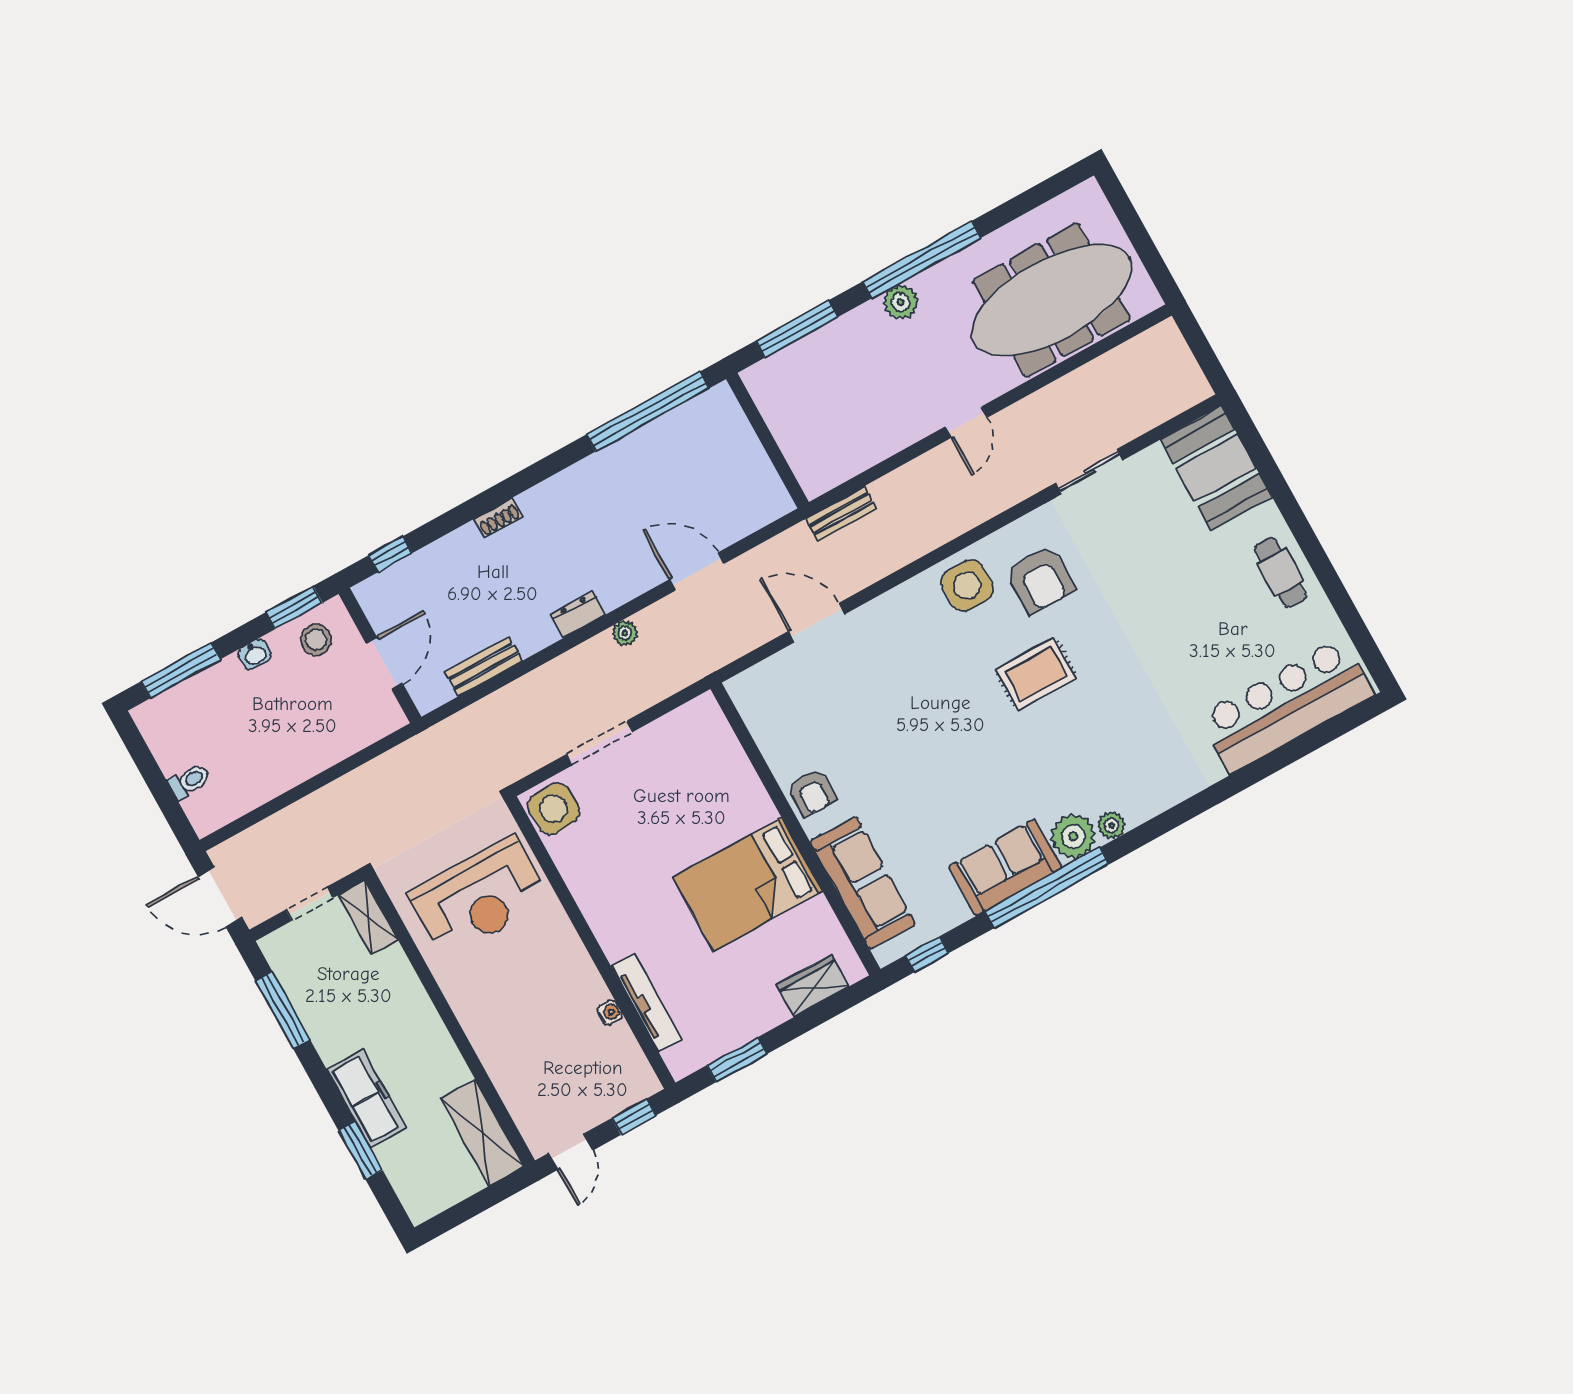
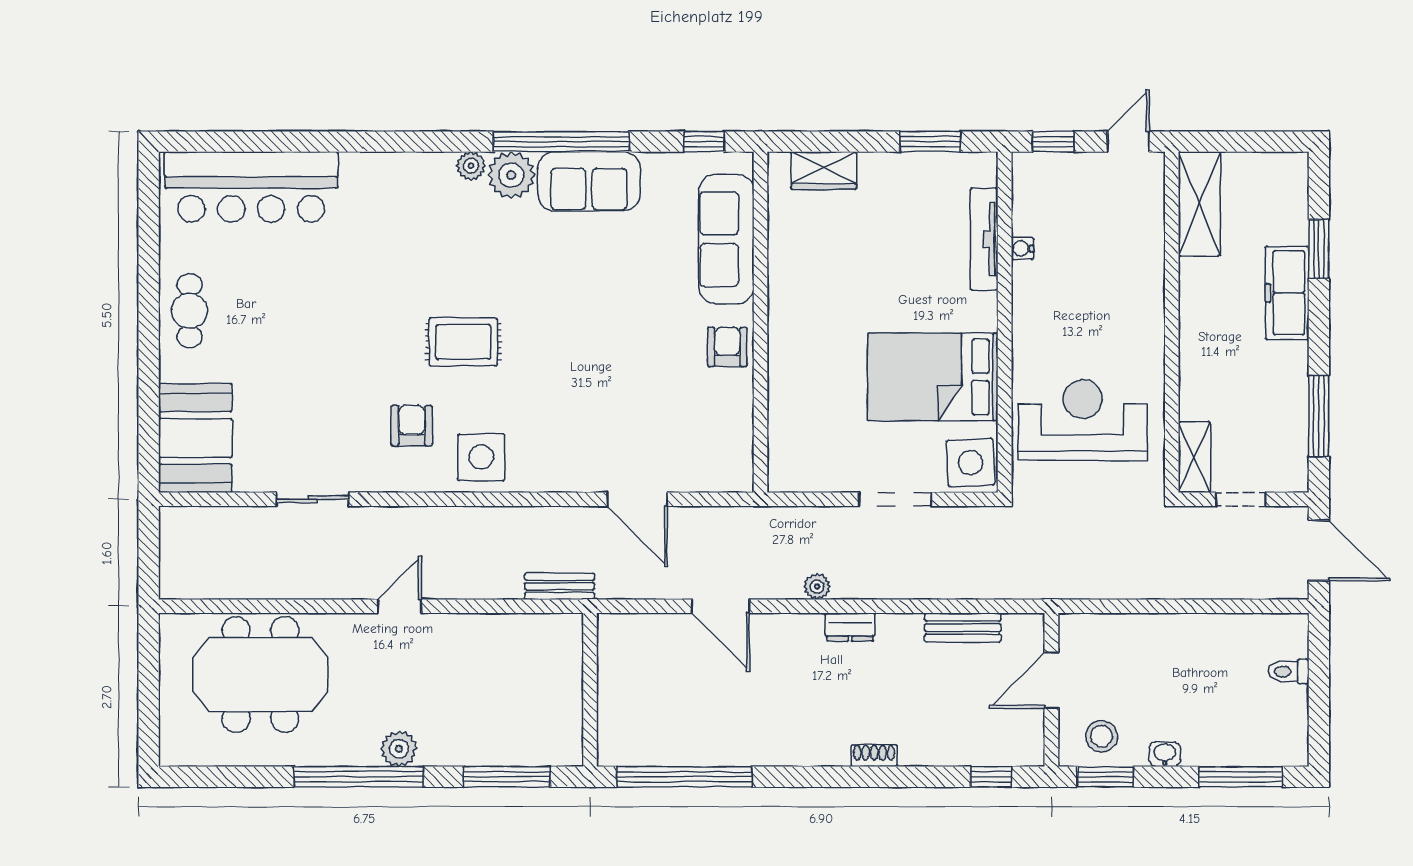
meeting table: (1051, 300) -> (260, 674), width x0.73
armchair: (1040, 580) -> (412, 426), width x0.72, depth x0.72
bed: (747, 884) -> (933, 377), moved, turned 180

